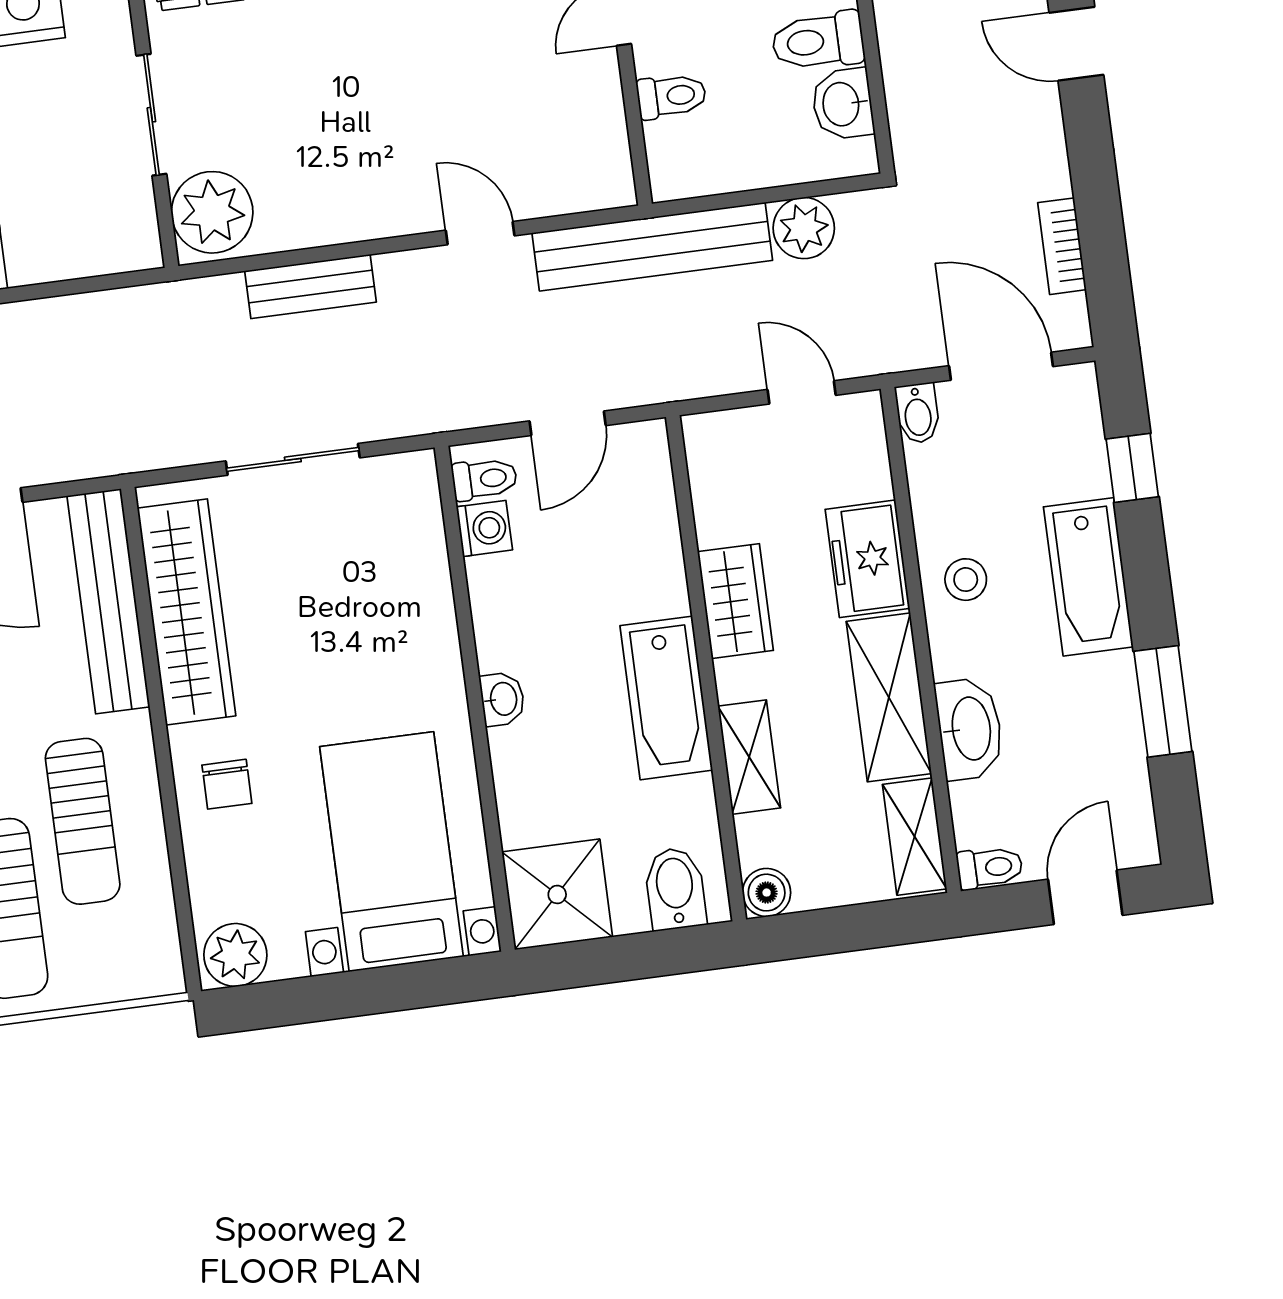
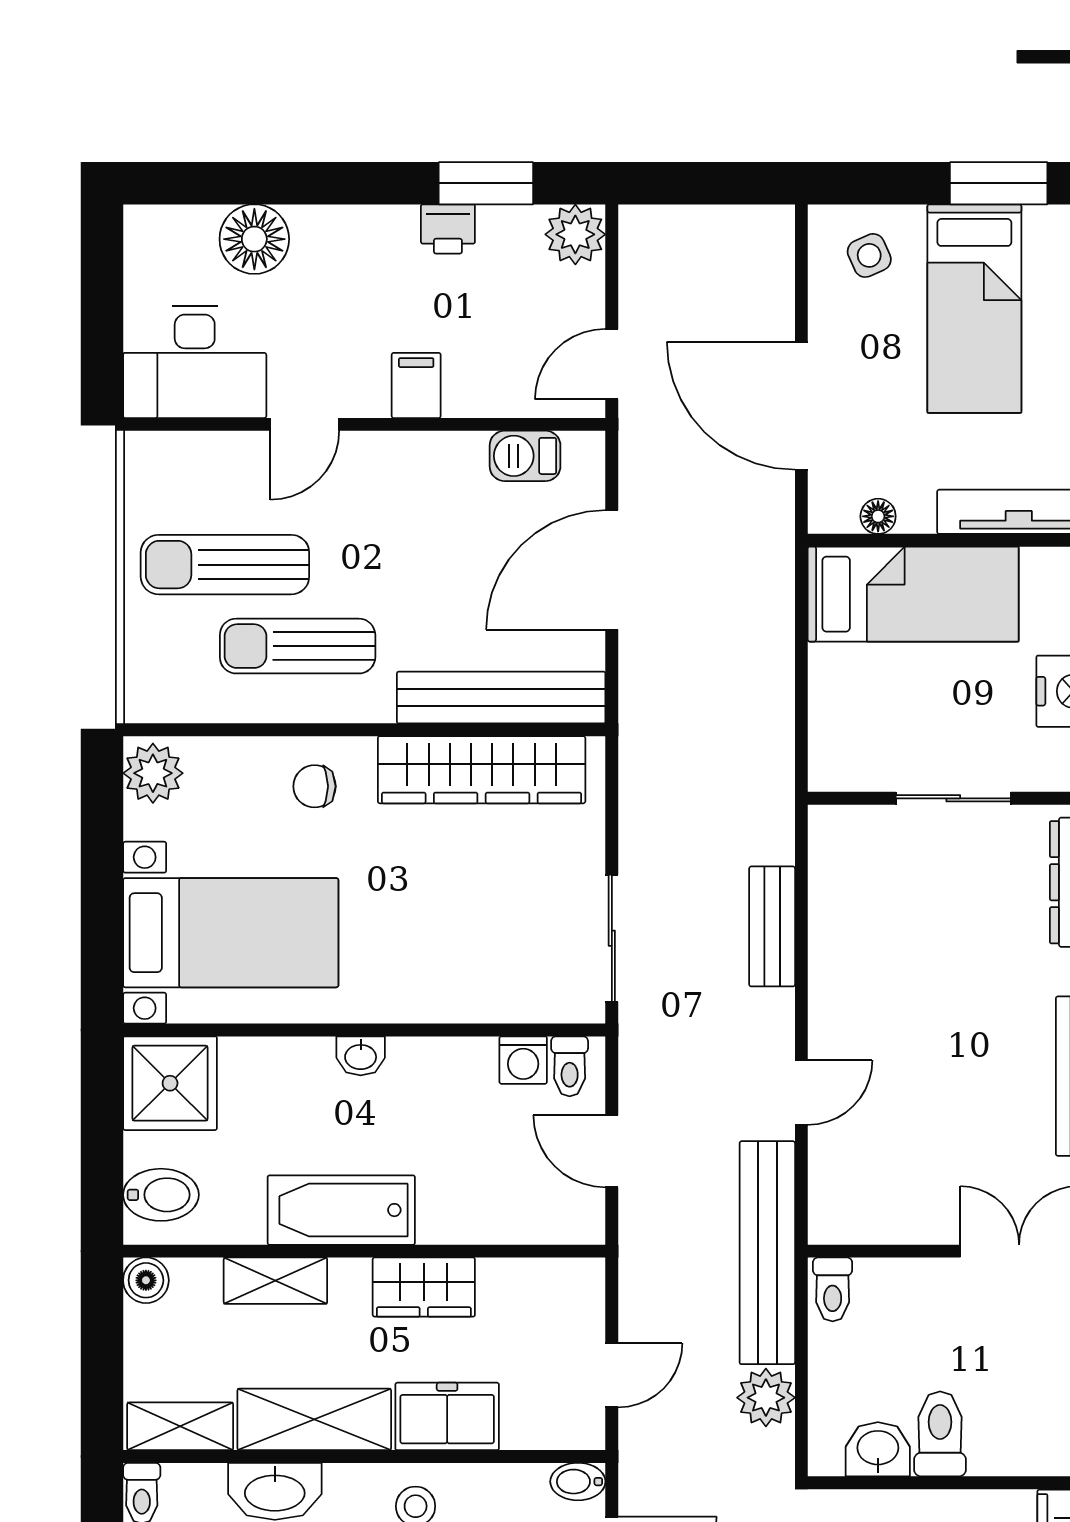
toilet: (671, 96) -> (833, 1289), moved
plant: (212, 212) -> (854, 843), removed
sliding door: (293, 459) -> (612, 938), moved

